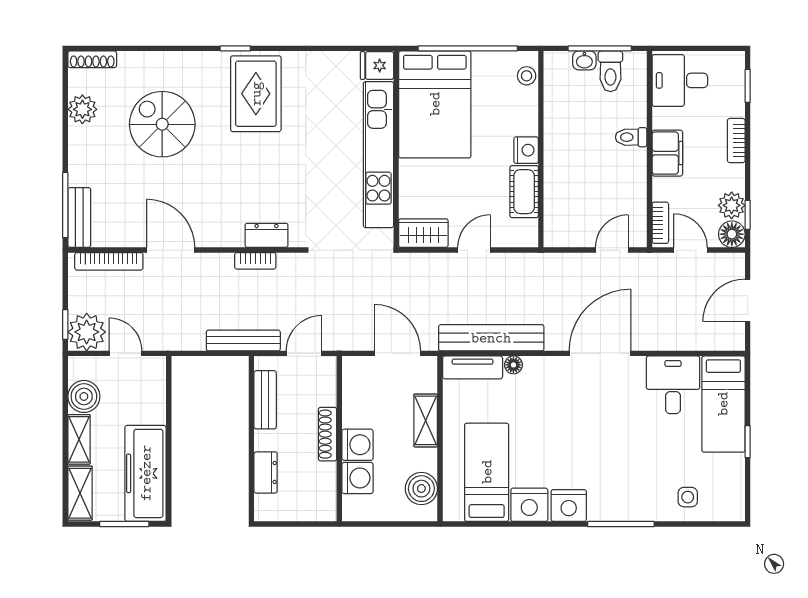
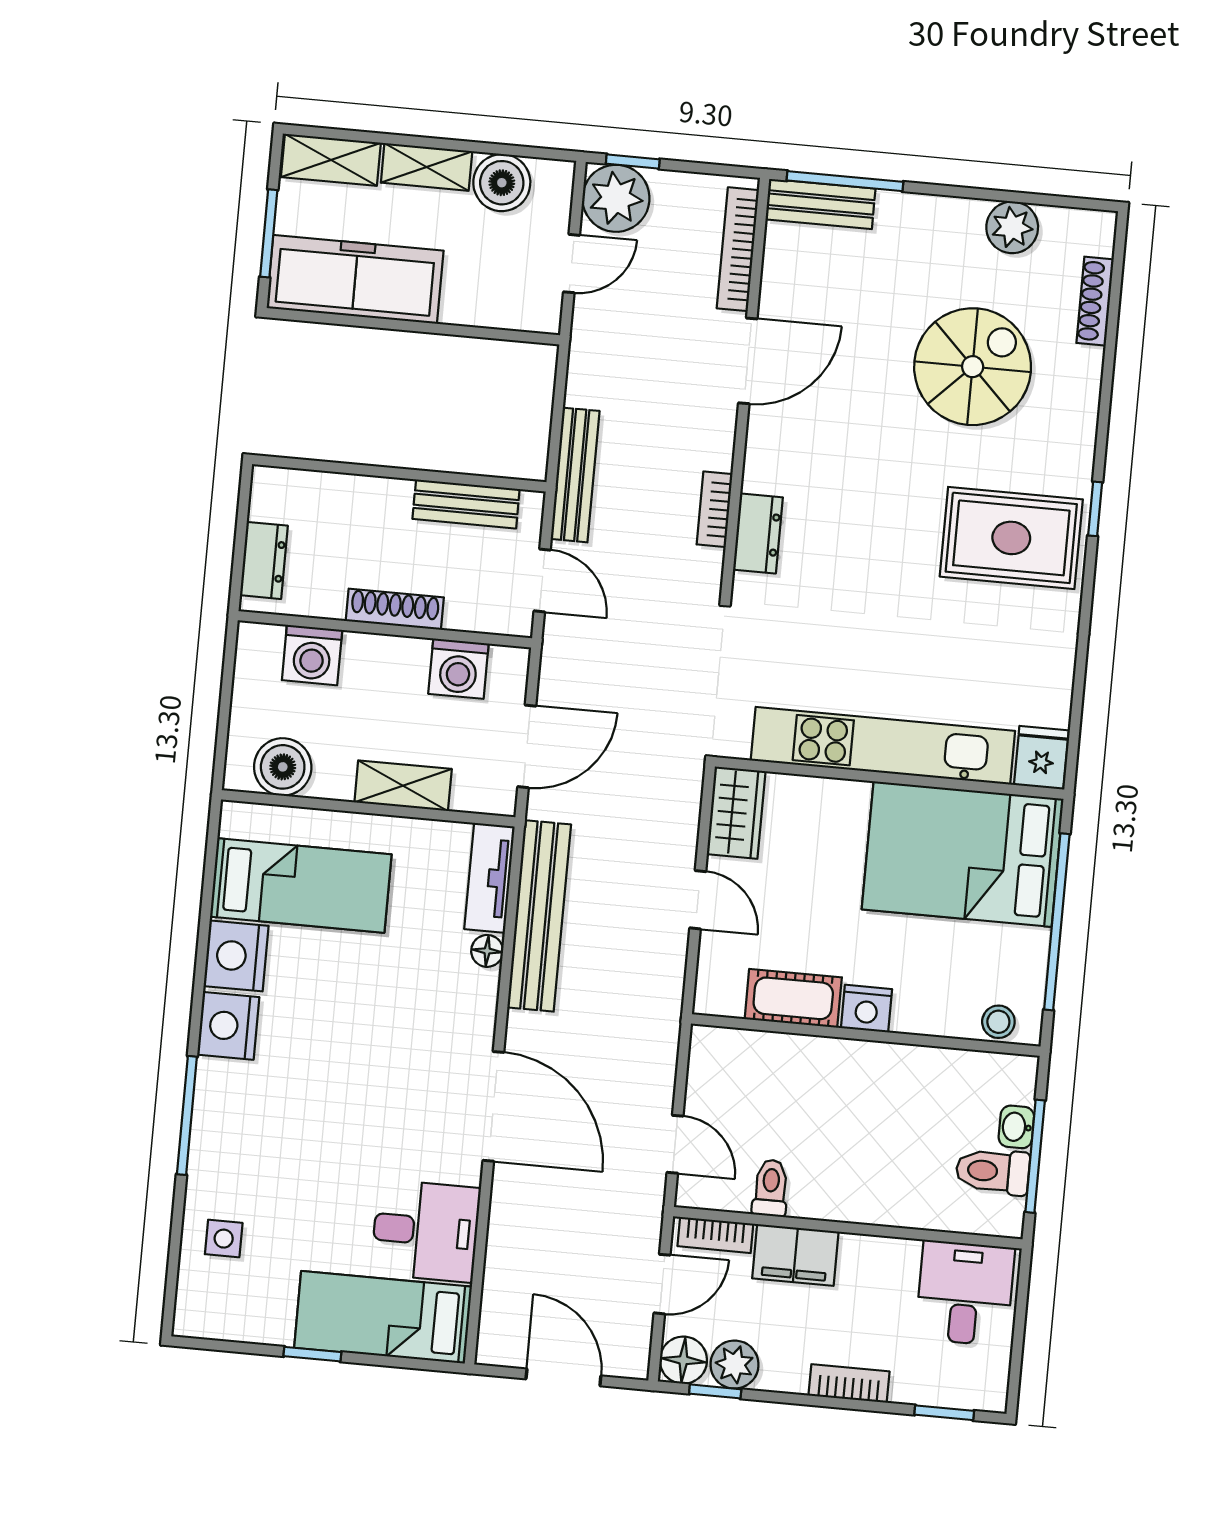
shoe rack: (92, 59) -> (1095, 301), moved
toilet: (631, 137) -> (771, 1188), moved
filing cabinet: (667, 153) -> (795, 1255), moved
washing machine: (357, 445) -> (458, 669), moved
dresser: (266, 472) -> (264, 560), moved, turned -90

